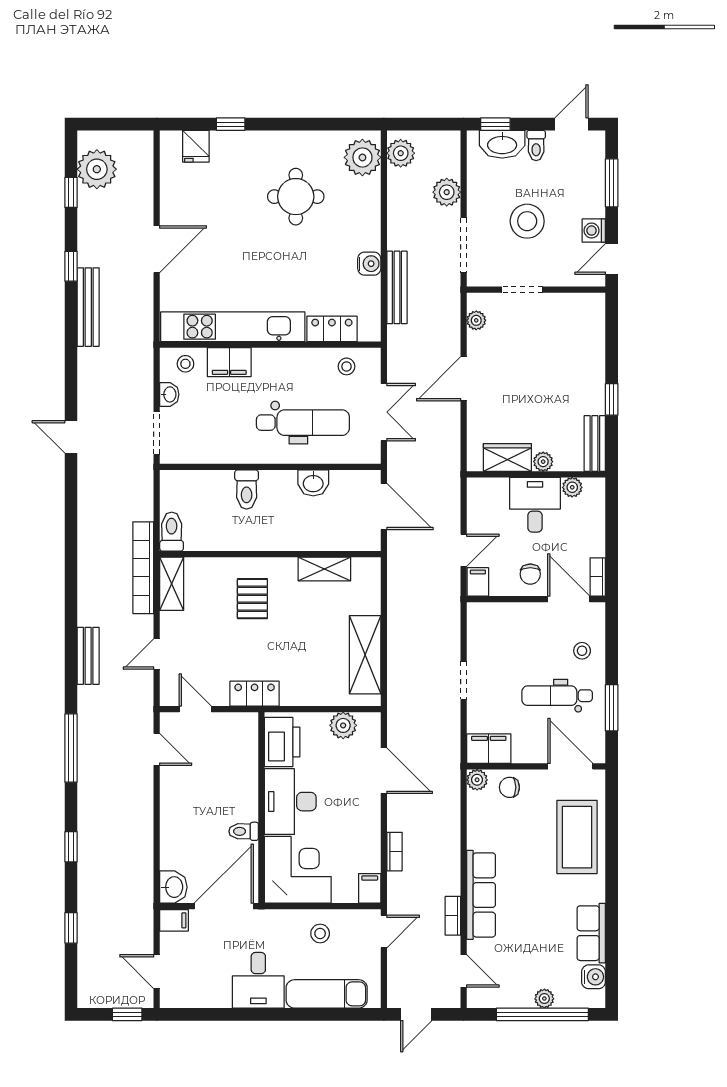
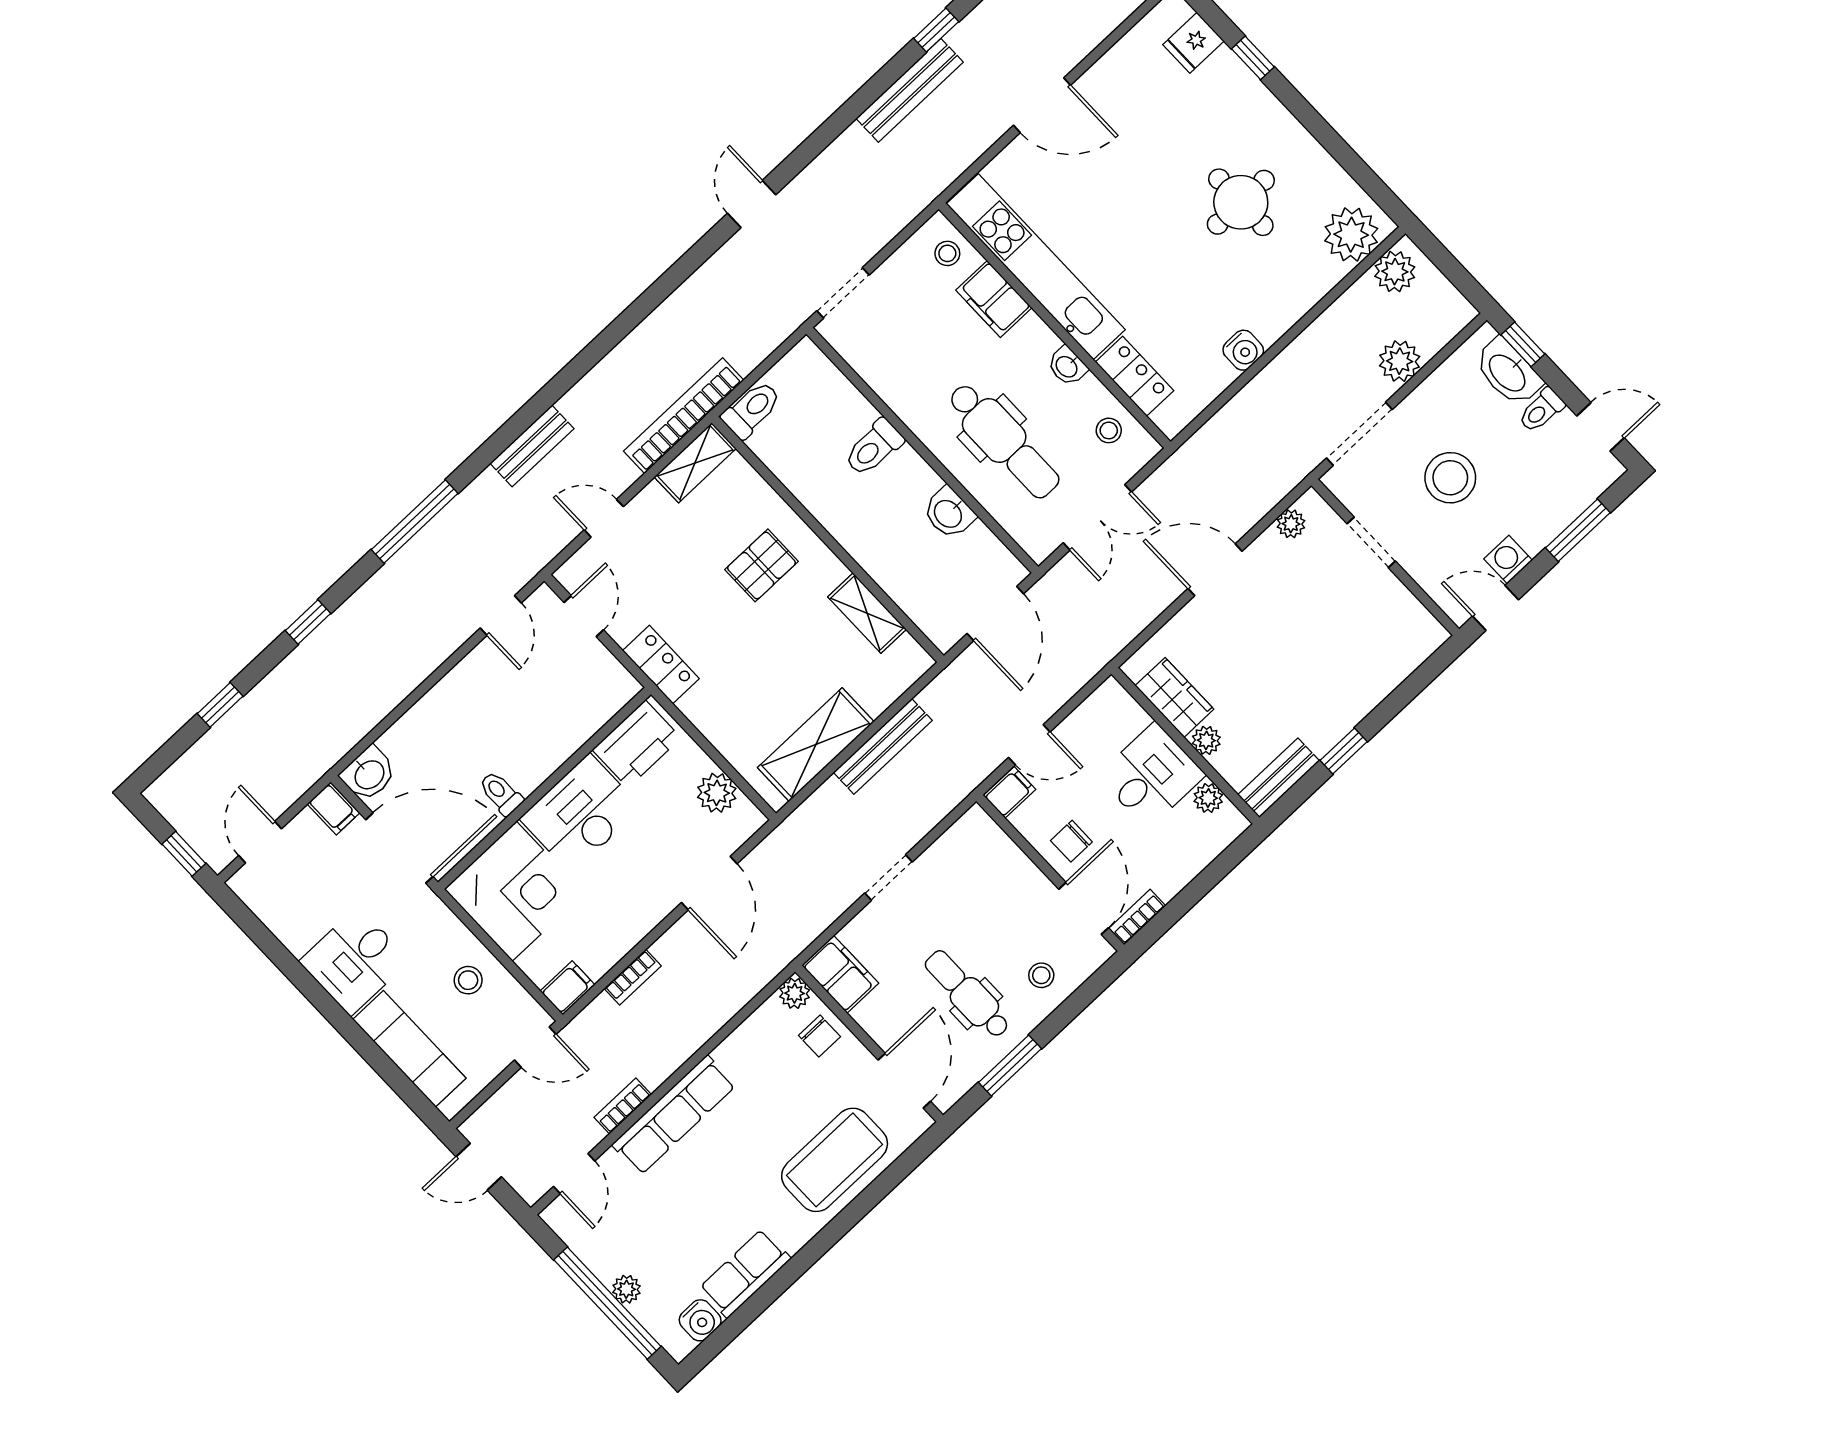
bench: (397, 287) -> (883, 746), moved
washbasin: (169, 394) -> (1067, 366), moved, turned 90
chair: (509, 787) -> (819, 1036), turned 180

